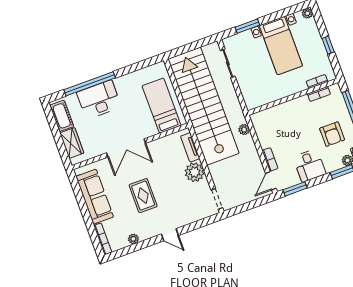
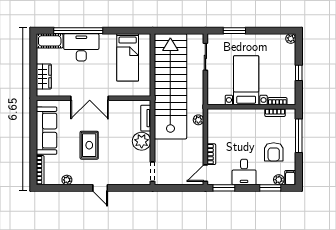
bed with nightstands: (281, 46) -> (246, 80), moved, turned 180
bed: (162, 106) -> (128, 57), moved, turned 180
cot: (62, 116) -> (50, 41), moved, turned 90

